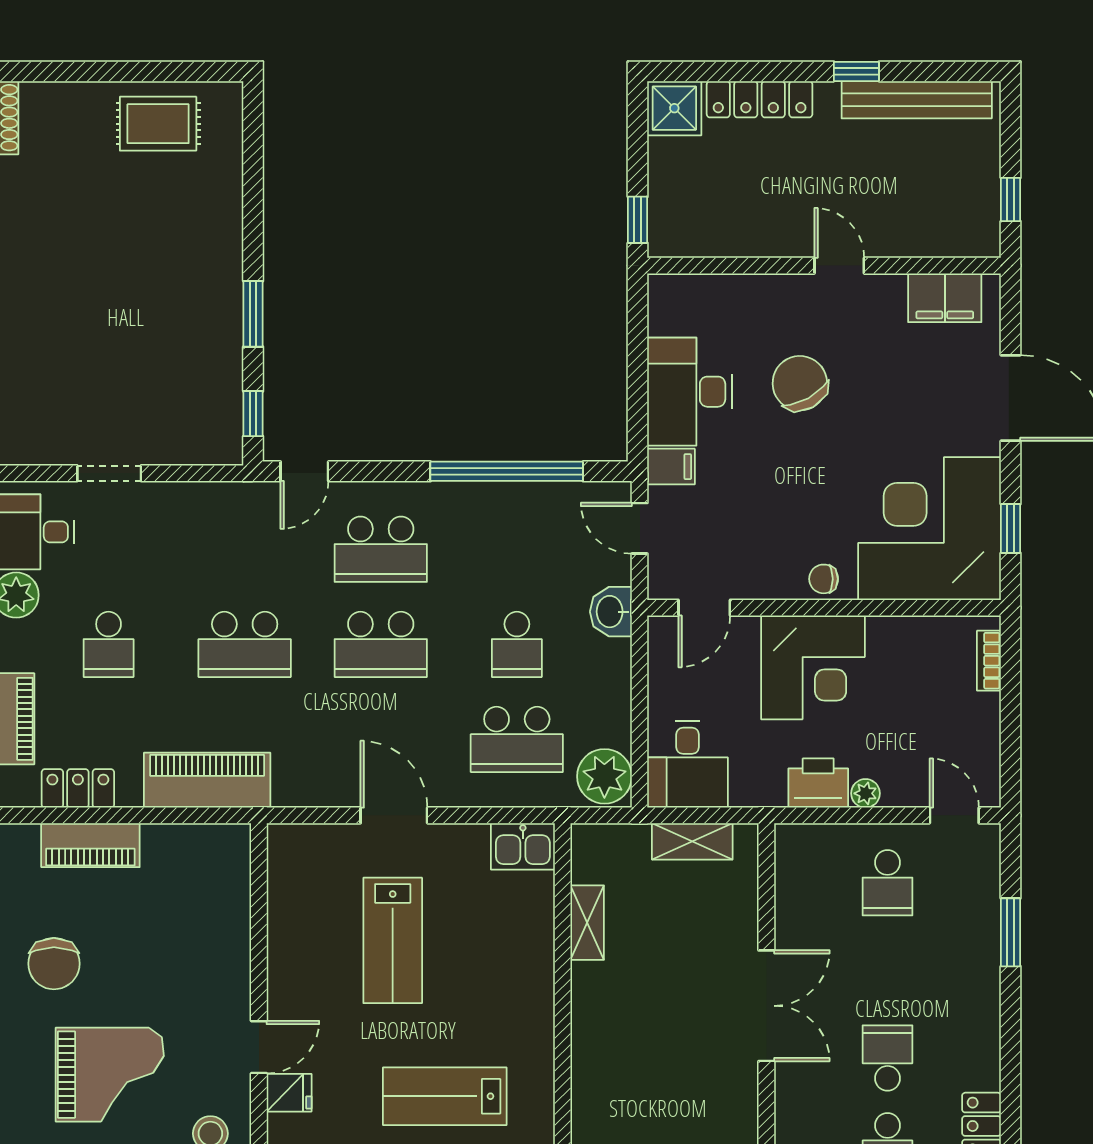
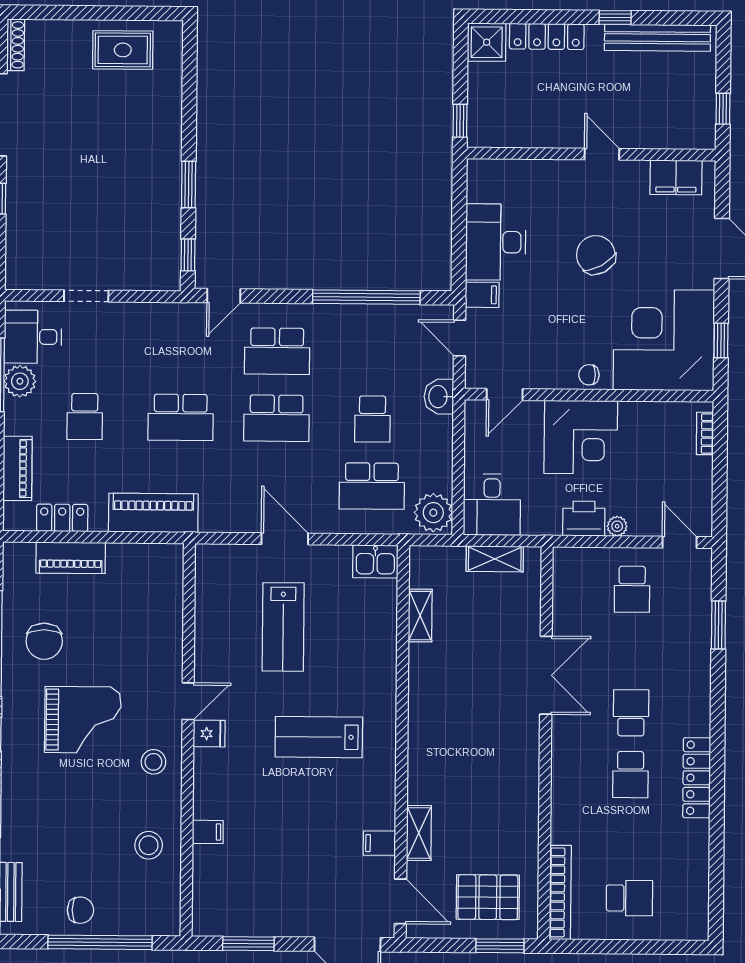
chair: (800, 383) -> (596, 255), moved

